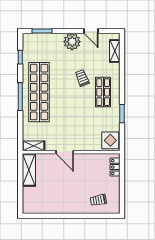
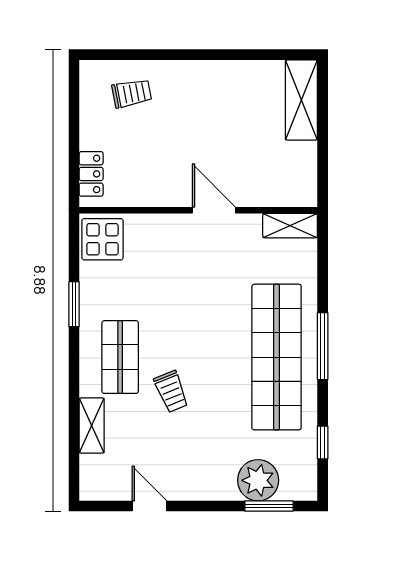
plant: (72, 42) -> (258, 480), moved
shelving: (115, 51) -> (92, 426), moved
shelving: (29, 170) -> (301, 100), moved

